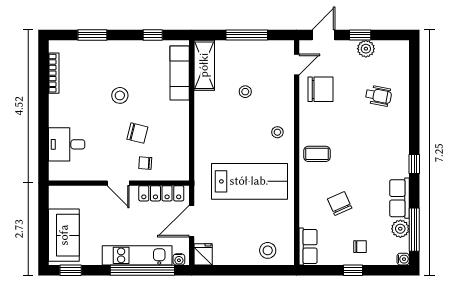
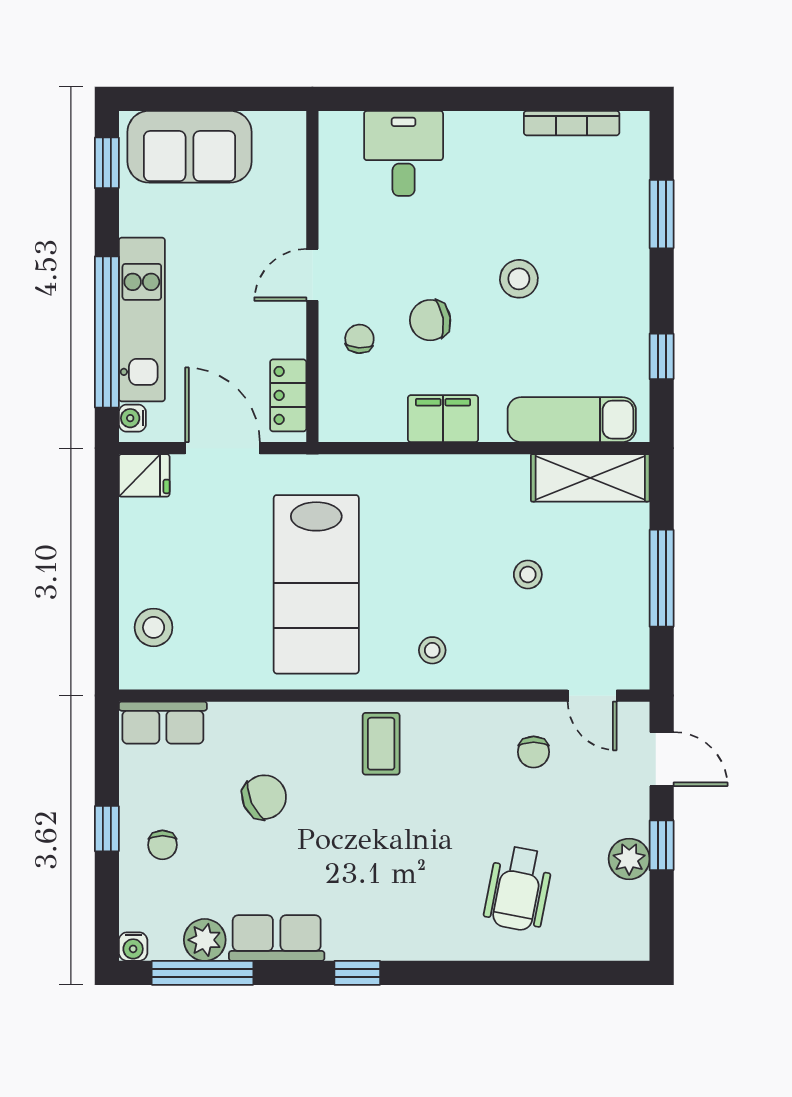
chair: (321, 89) -> (534, 752), width x0.54, depth x0.54
wheelchair: (378, 96) -> (518, 889), width x1.36, depth x1.37
filing cabinet: (179, 128) -> (443, 419), added
chair: (137, 133) -> (430, 320), turned 67
locker: (161, 193) -> (288, 395), width x0.66

